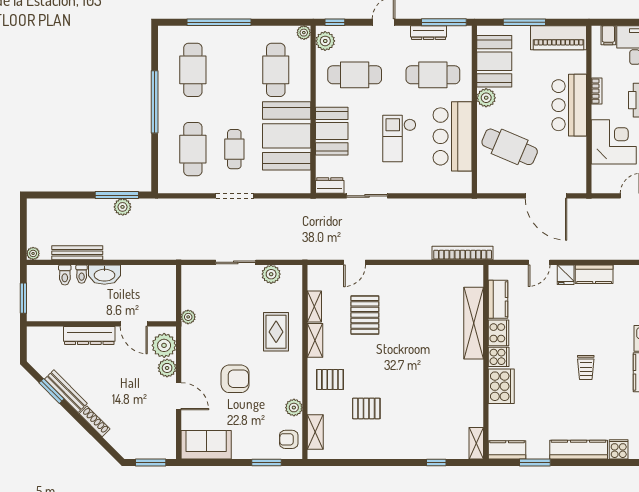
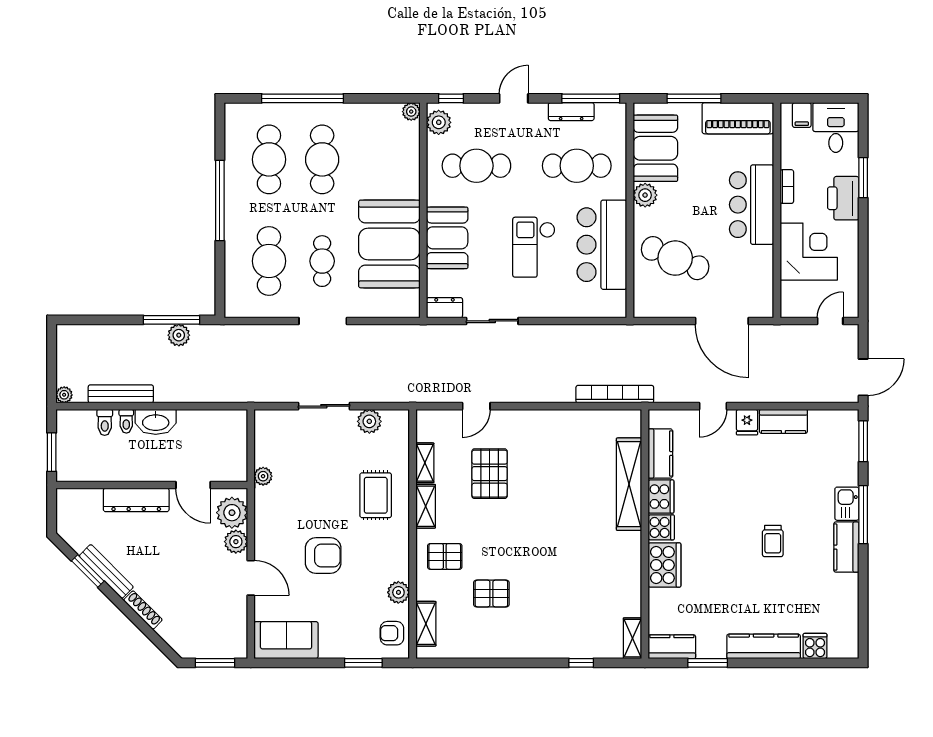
cafe table: (276, 70) -> (322, 159), moved

